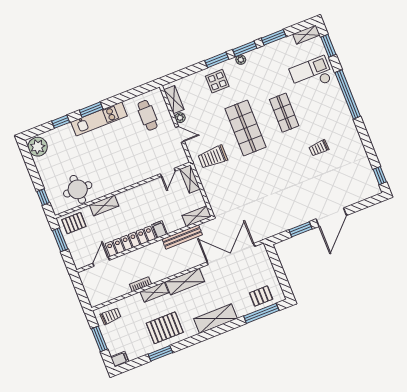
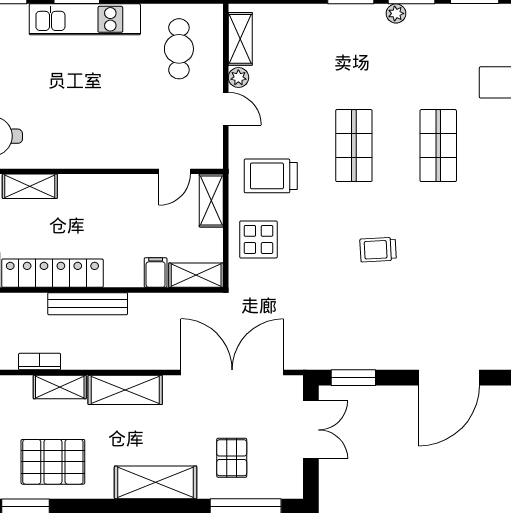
display table: (217, 81) -> (258, 239), moved
shop shelf: (245, 128) -> (354, 146), width x0.70, depth x0.74
trolley: (319, 148) -> (378, 250), moved
filing cabinet: (159, 229) -> (156, 272), moved
window: (300, 229) -> (353, 378), moved
bench: (182, 237) -> (88, 304), moved
double door: (277, 266) -> (311, 430), added
pallet: (261, 296) -> (232, 458), moved, turned 90

